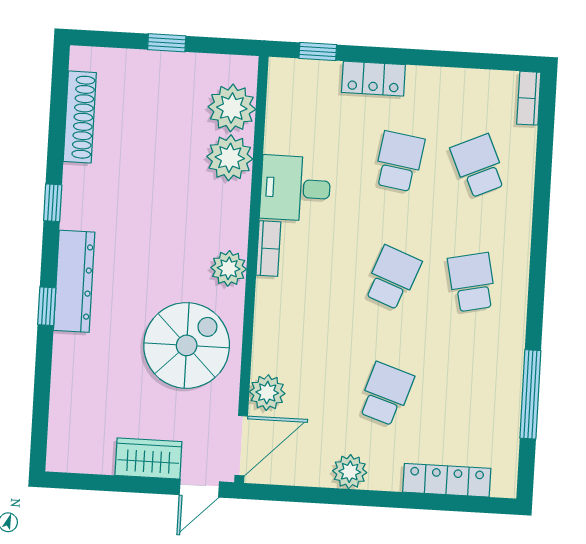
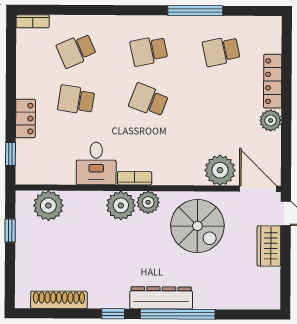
window: (167, 43) -> (10, 230), moved
plant: (230, 158) -> (121, 205), moved
window: (47, 306) -> (178, 314), width x3.17
spiral stairs: (187, 345) -> (197, 226), turned 180
plant: (267, 393) -> (220, 170), width x1.36, depth x1.36
school desk: (386, 394) -> (221, 51), moved, turned -30
window: (530, 394) -> (195, 11), moved
locker: (447, 480) -> (273, 81), moved

